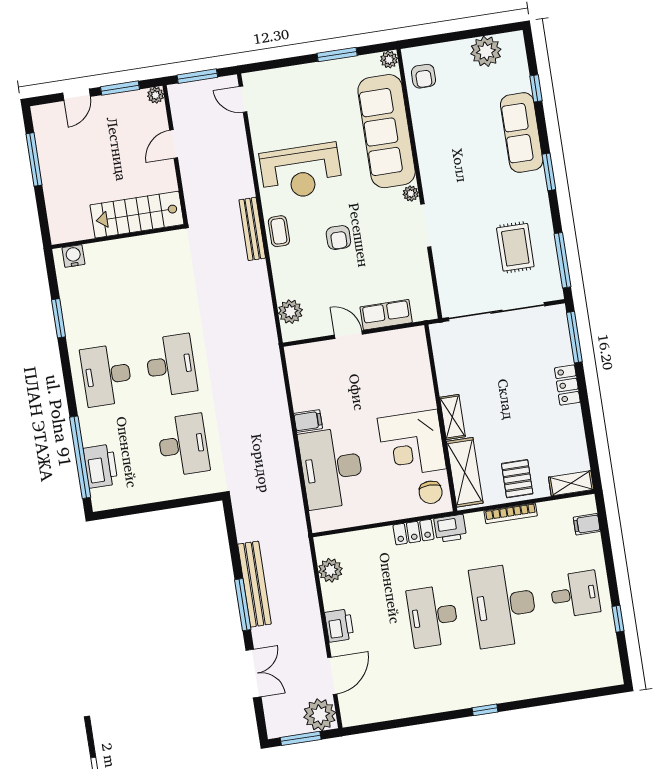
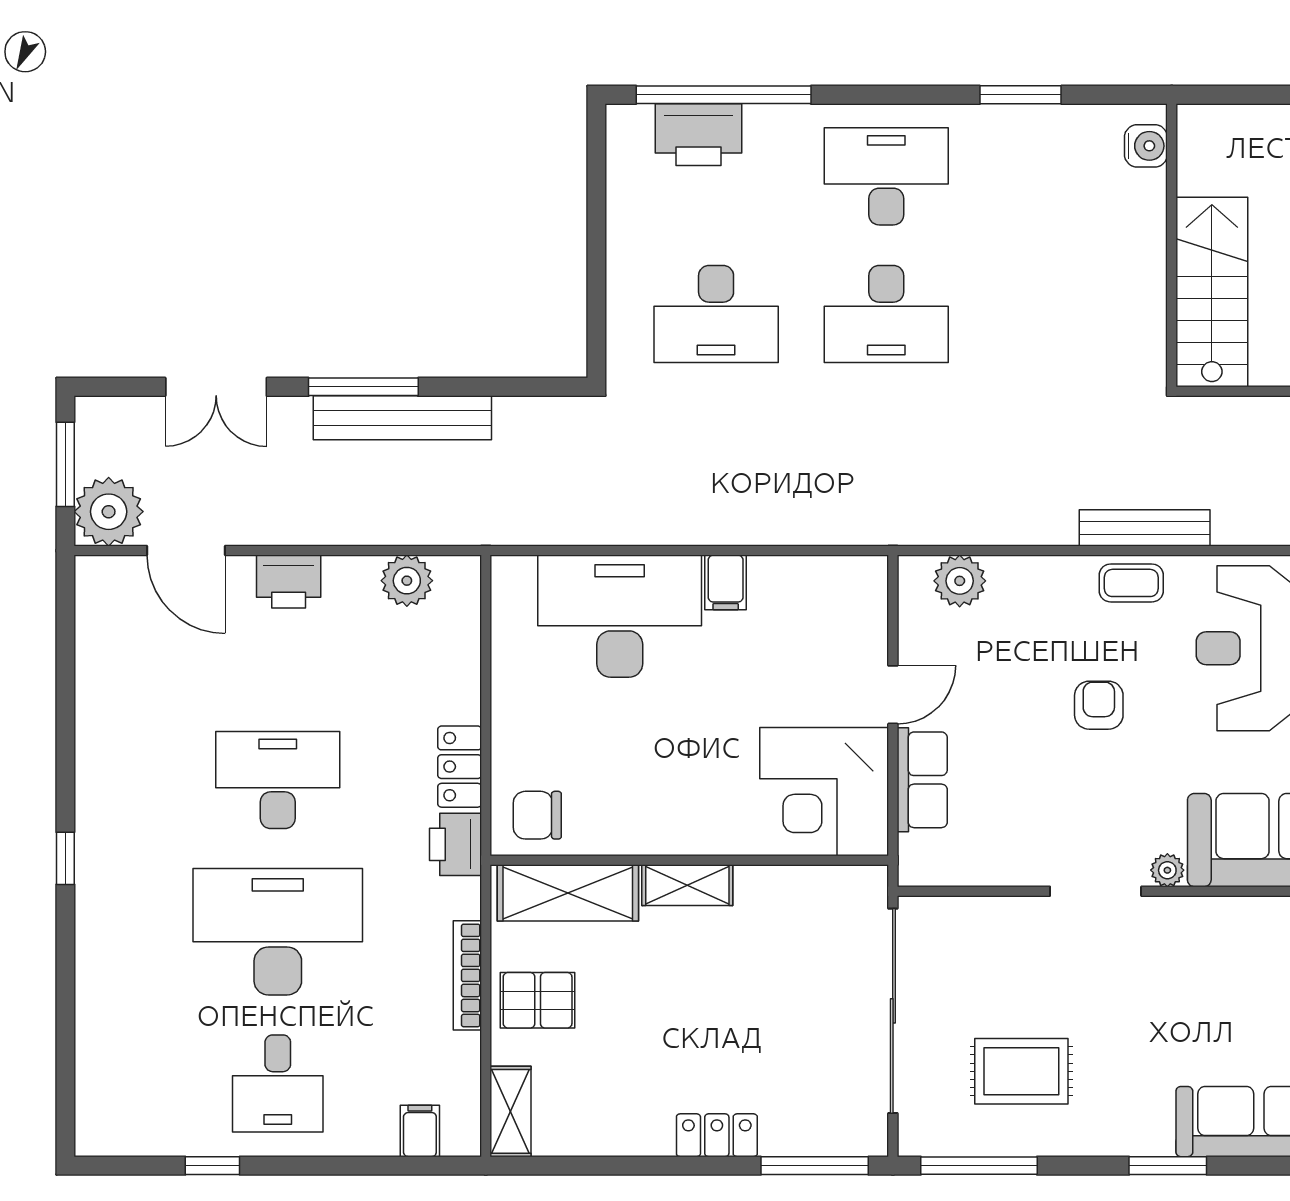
armchair: (338, 238) -> (1099, 705), turned 90
corner desk: (412, 444) -> (824, 792), moved, turned -90

